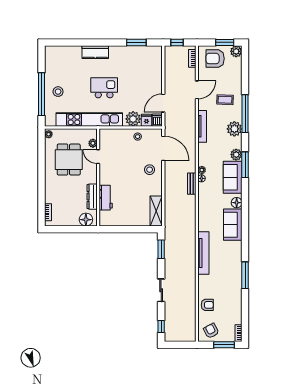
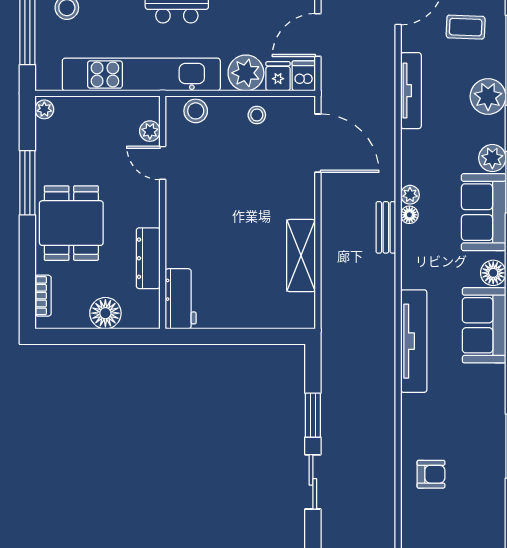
dining table: (69, 160) -> (71, 223), moved
window: (41, 165) -> (27, 183), added
stool: (150, 170) -> (196, 111), moved
workbench: (106, 198) -> (181, 299), moved
shelving: (156, 211) -> (301, 256), moved
floor lamp: (86, 220) -> (105, 313), moved
window: (161, 249) -> (313, 415), moved
tv unit: (203, 253) -> (414, 341), moved
armchair: (207, 305) -> (431, 474), moved

